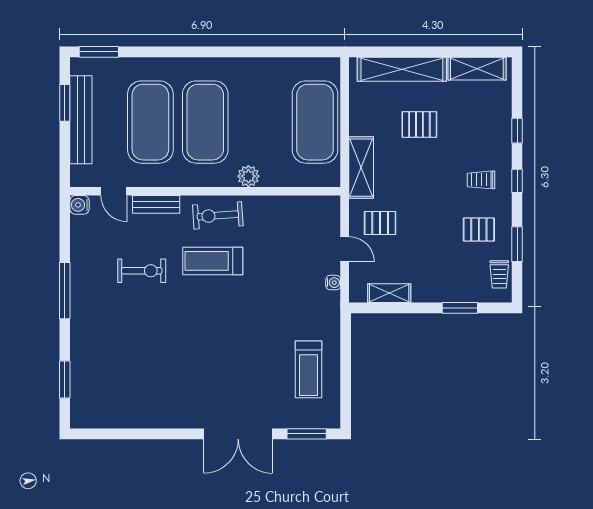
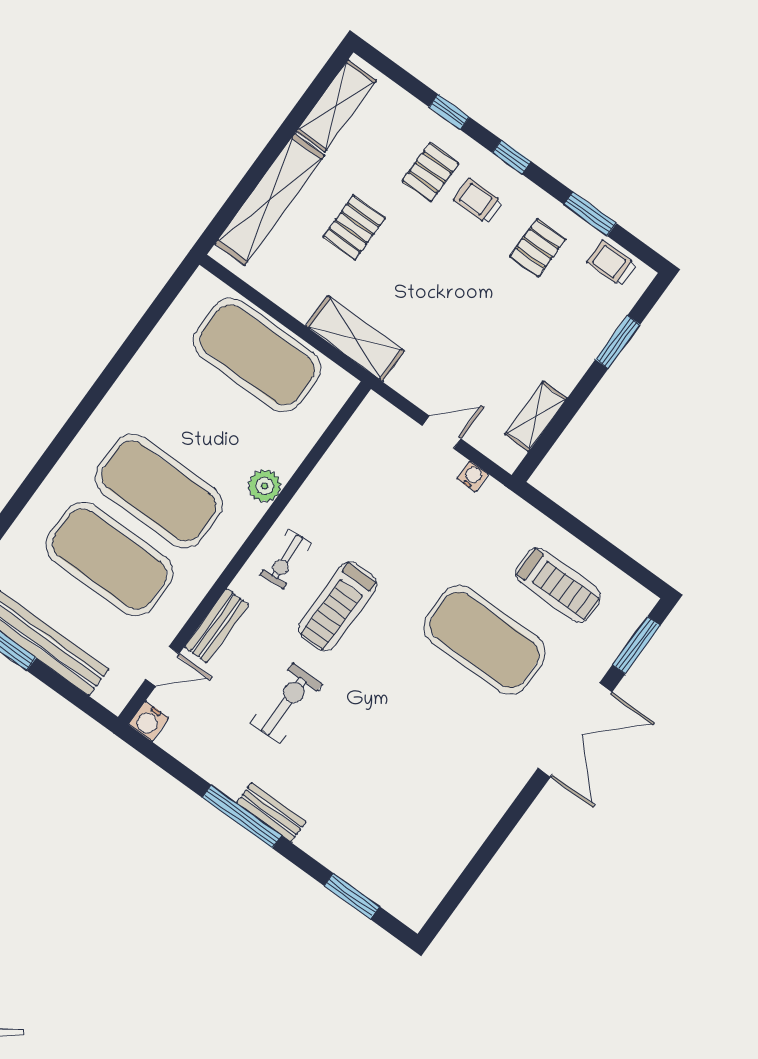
trolley: (481, 180) -> (478, 201), turned 90
exercise bike: (218, 215) -> (286, 559), width x0.73, depth x0.72
pallet: (380, 223) -> (430, 172), moved
trolley: (499, 274) -> (612, 263), turned 180
bench: (78, 305) -> (271, 812), added
exercise mat: (251, 351) -> (484, 640), added

